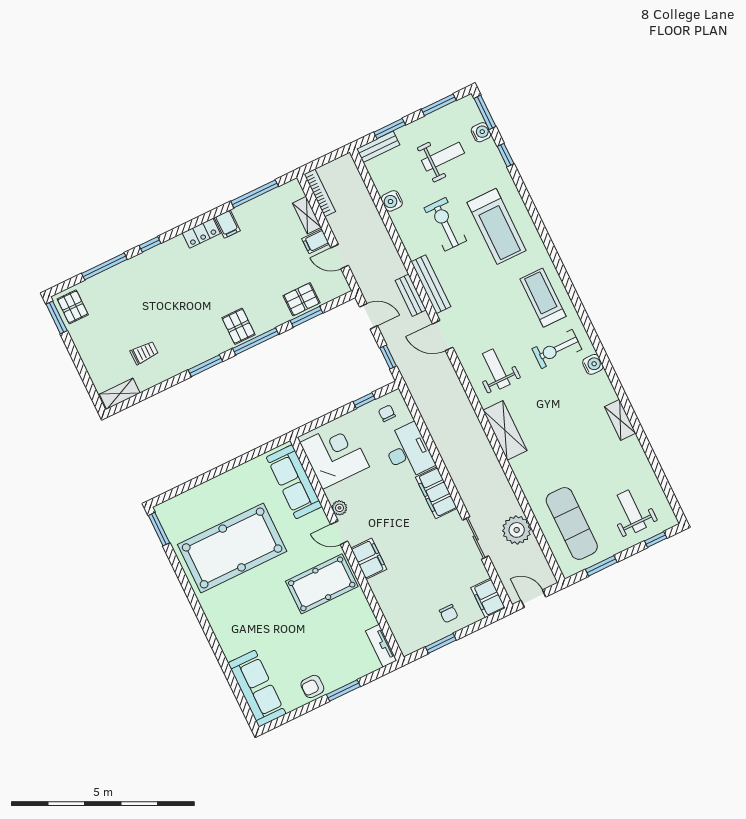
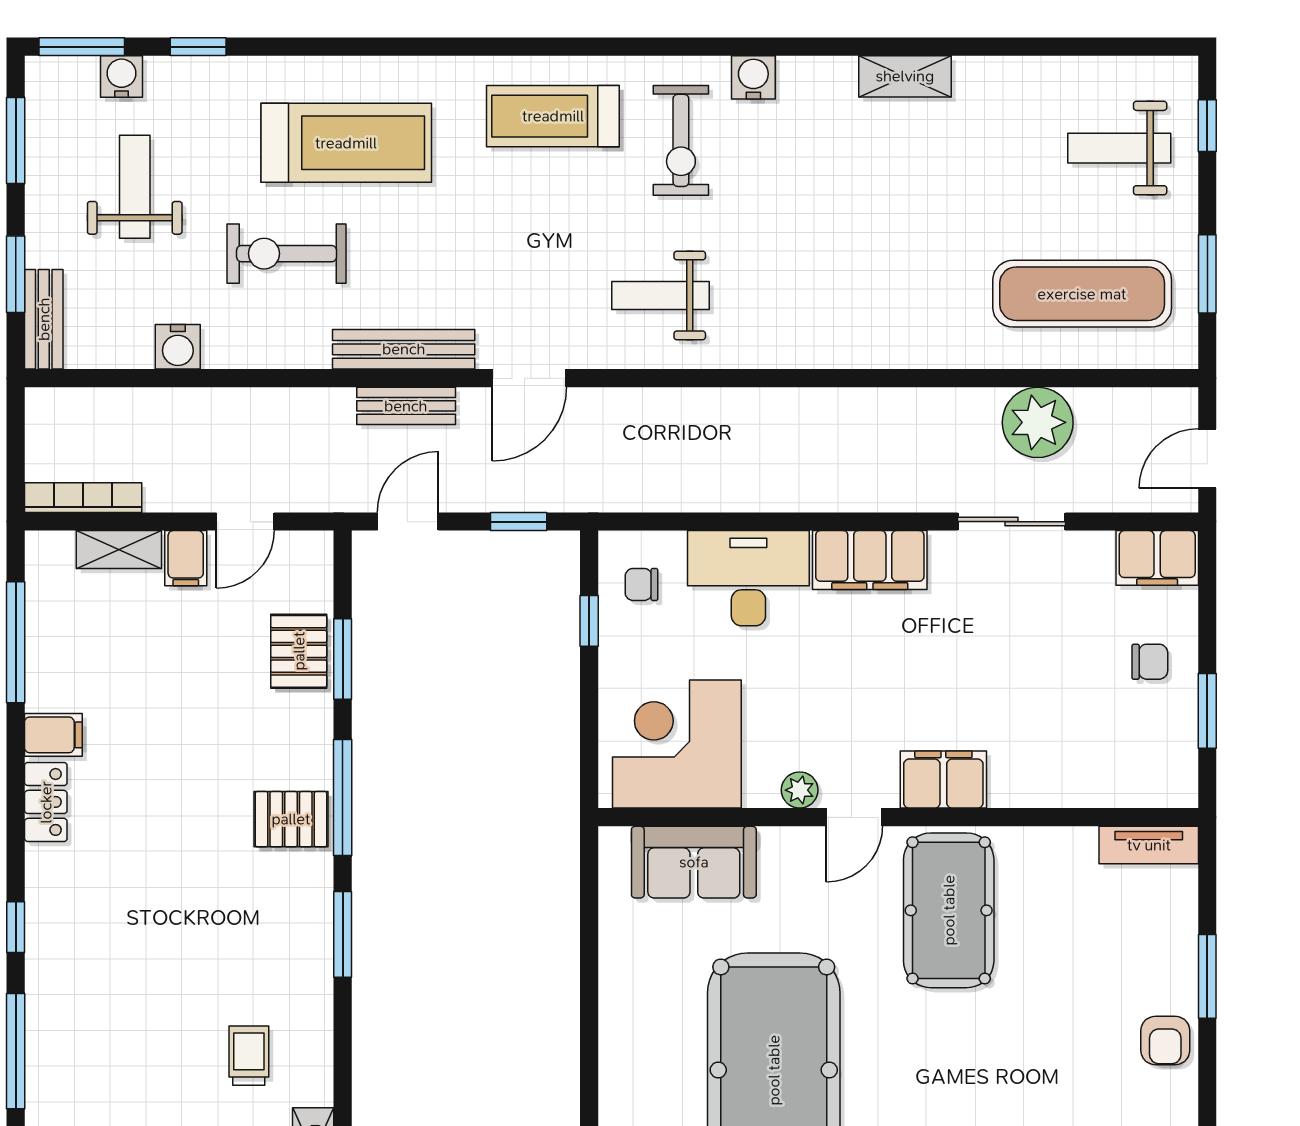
shelving: (505, 430) -> (805, 342), removed
sofa: (294, 482) -> (694, 862), width x0.73

